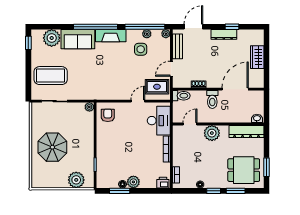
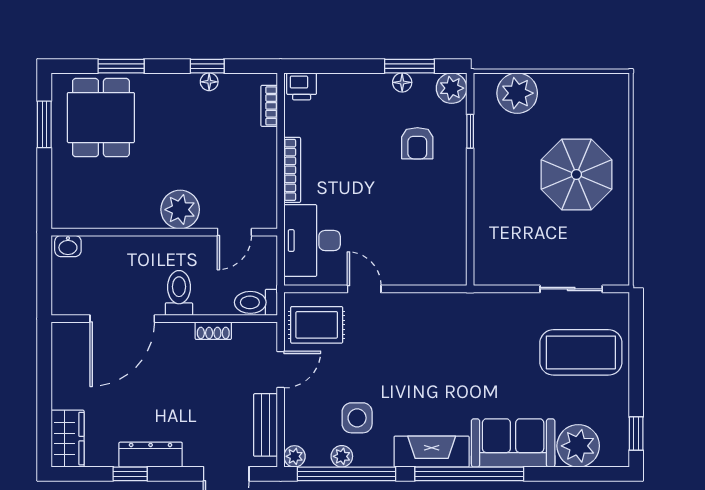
wardrobe: (257, 57) -> (68, 439), moved
door: (138, 101) -> (364, 289), swing flipped
plant: (89, 107) -> (485, 274), removed
armchair: (108, 115) -> (417, 143), moved
dresser: (247, 131) -> (94, 213), removed
dining table: (244, 170) -> (101, 118), turned 90
plant: (133, 182) -> (452, 88), moved
window: (214, 191) -> (207, 66), moved

